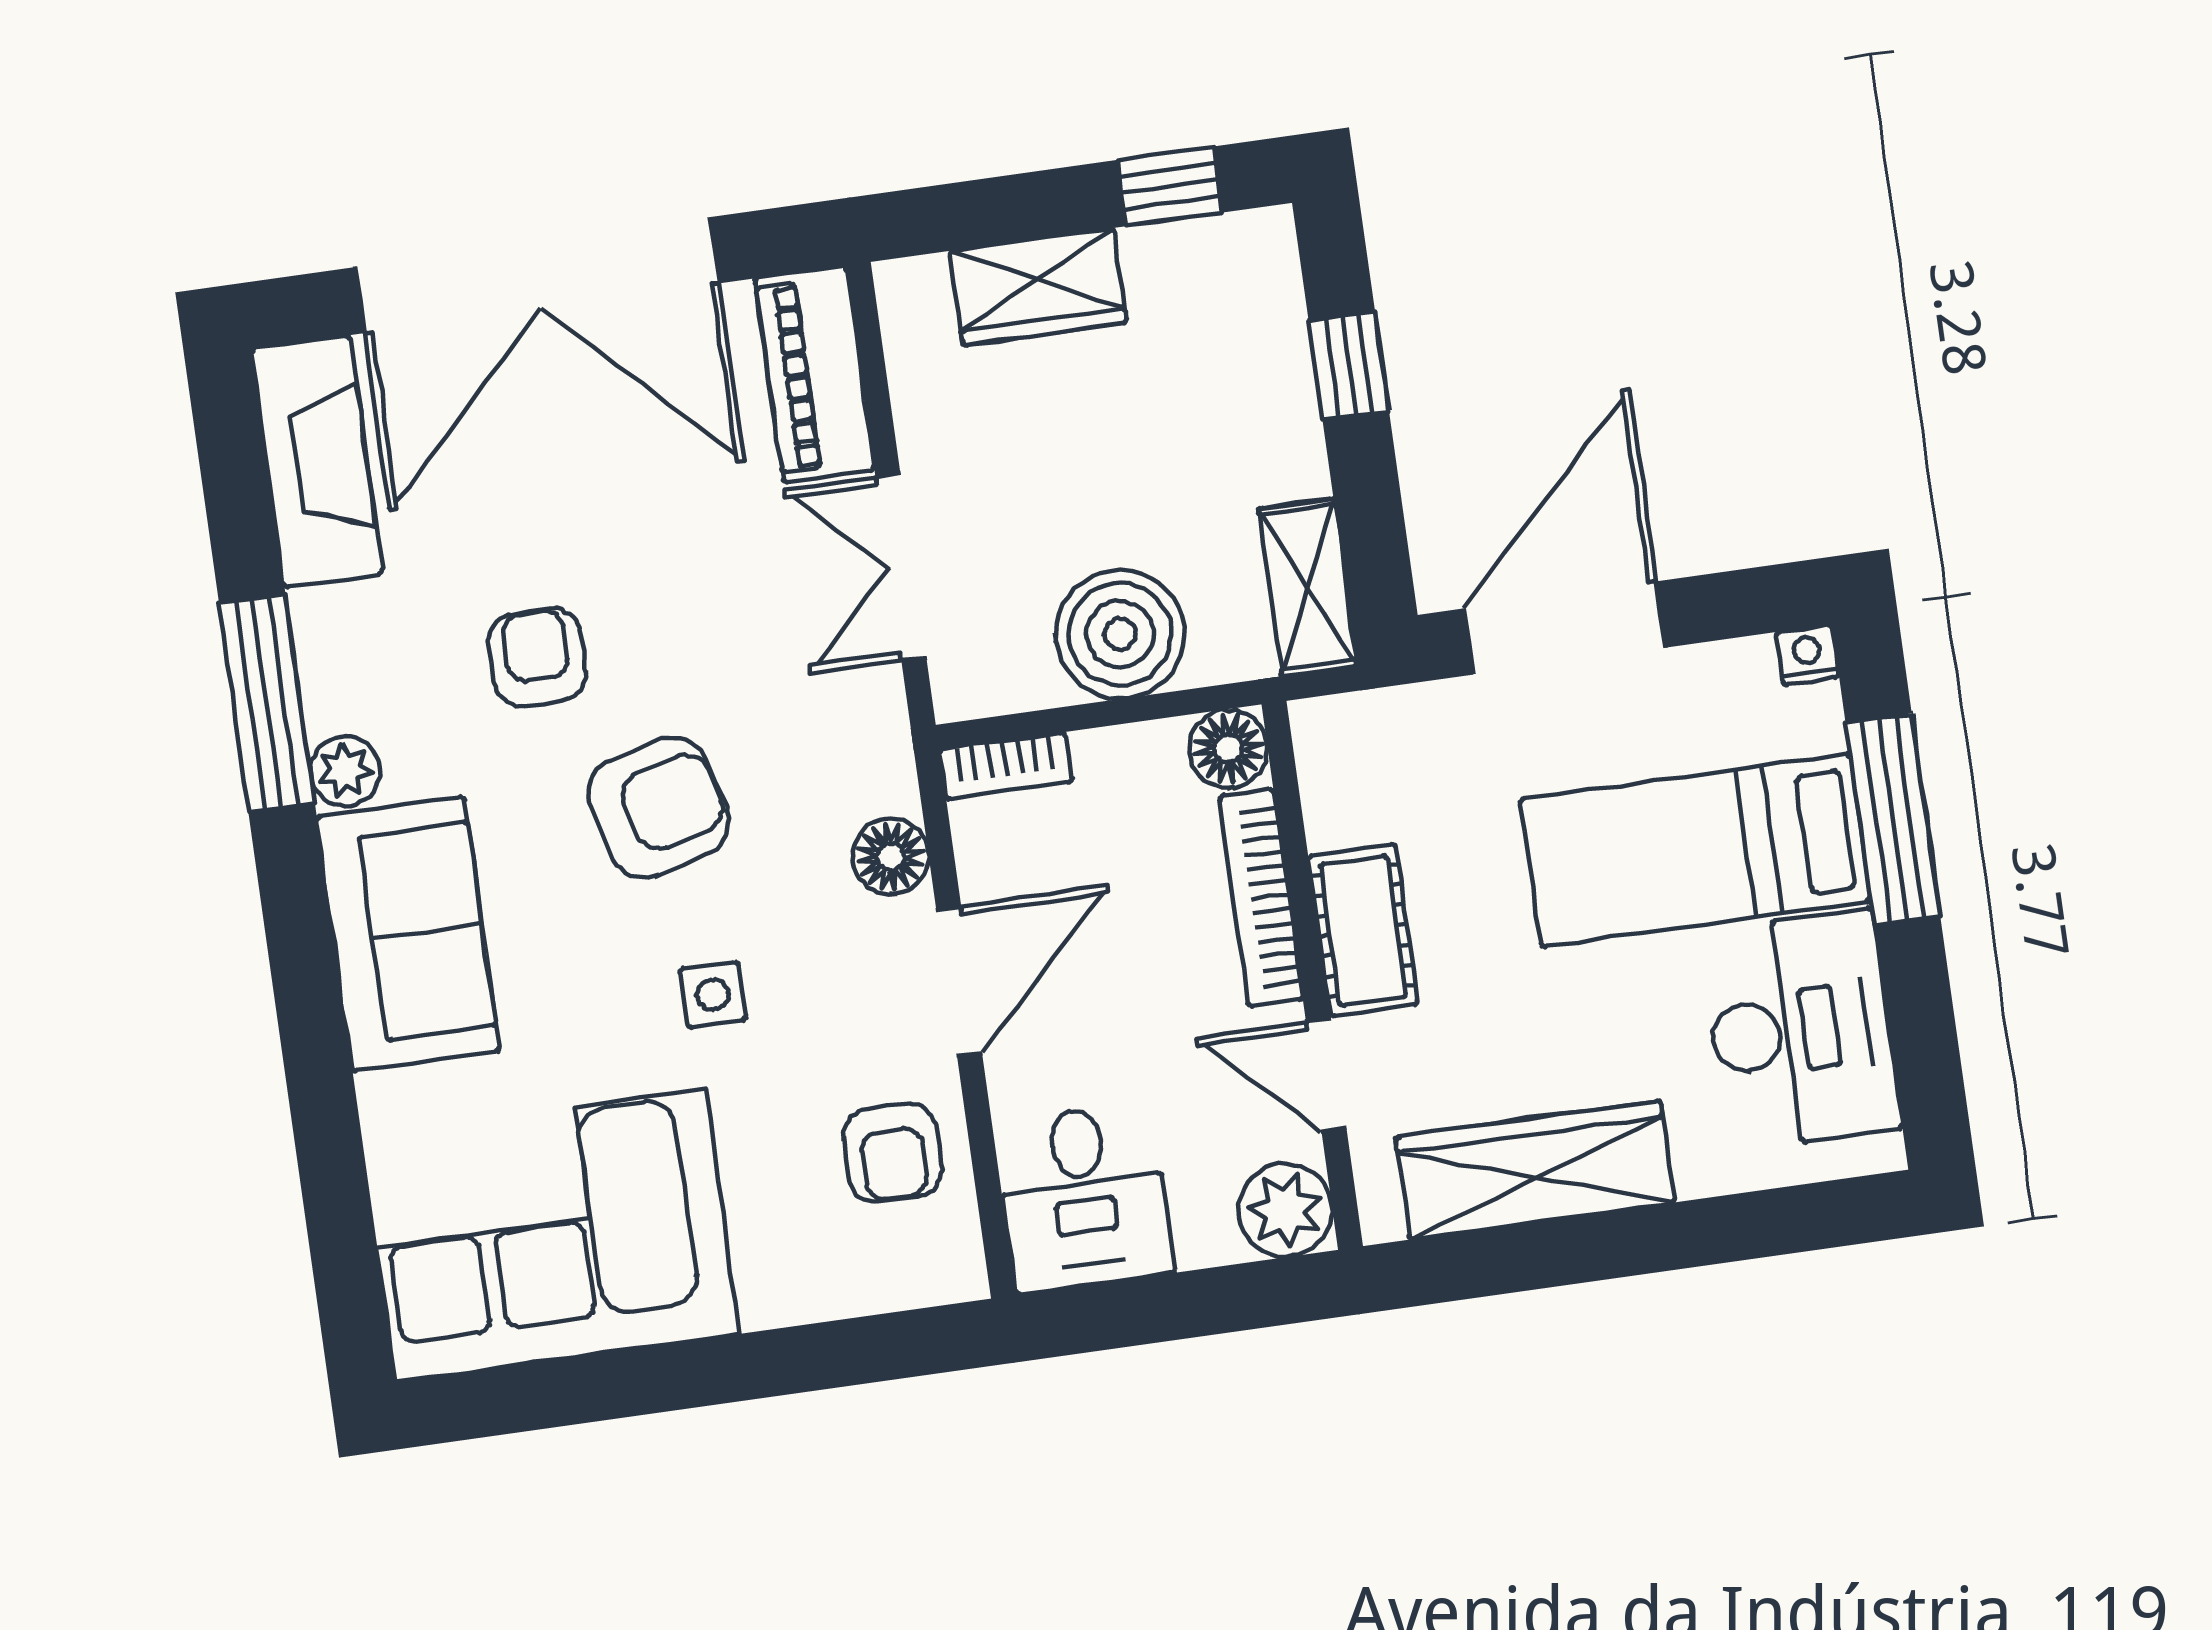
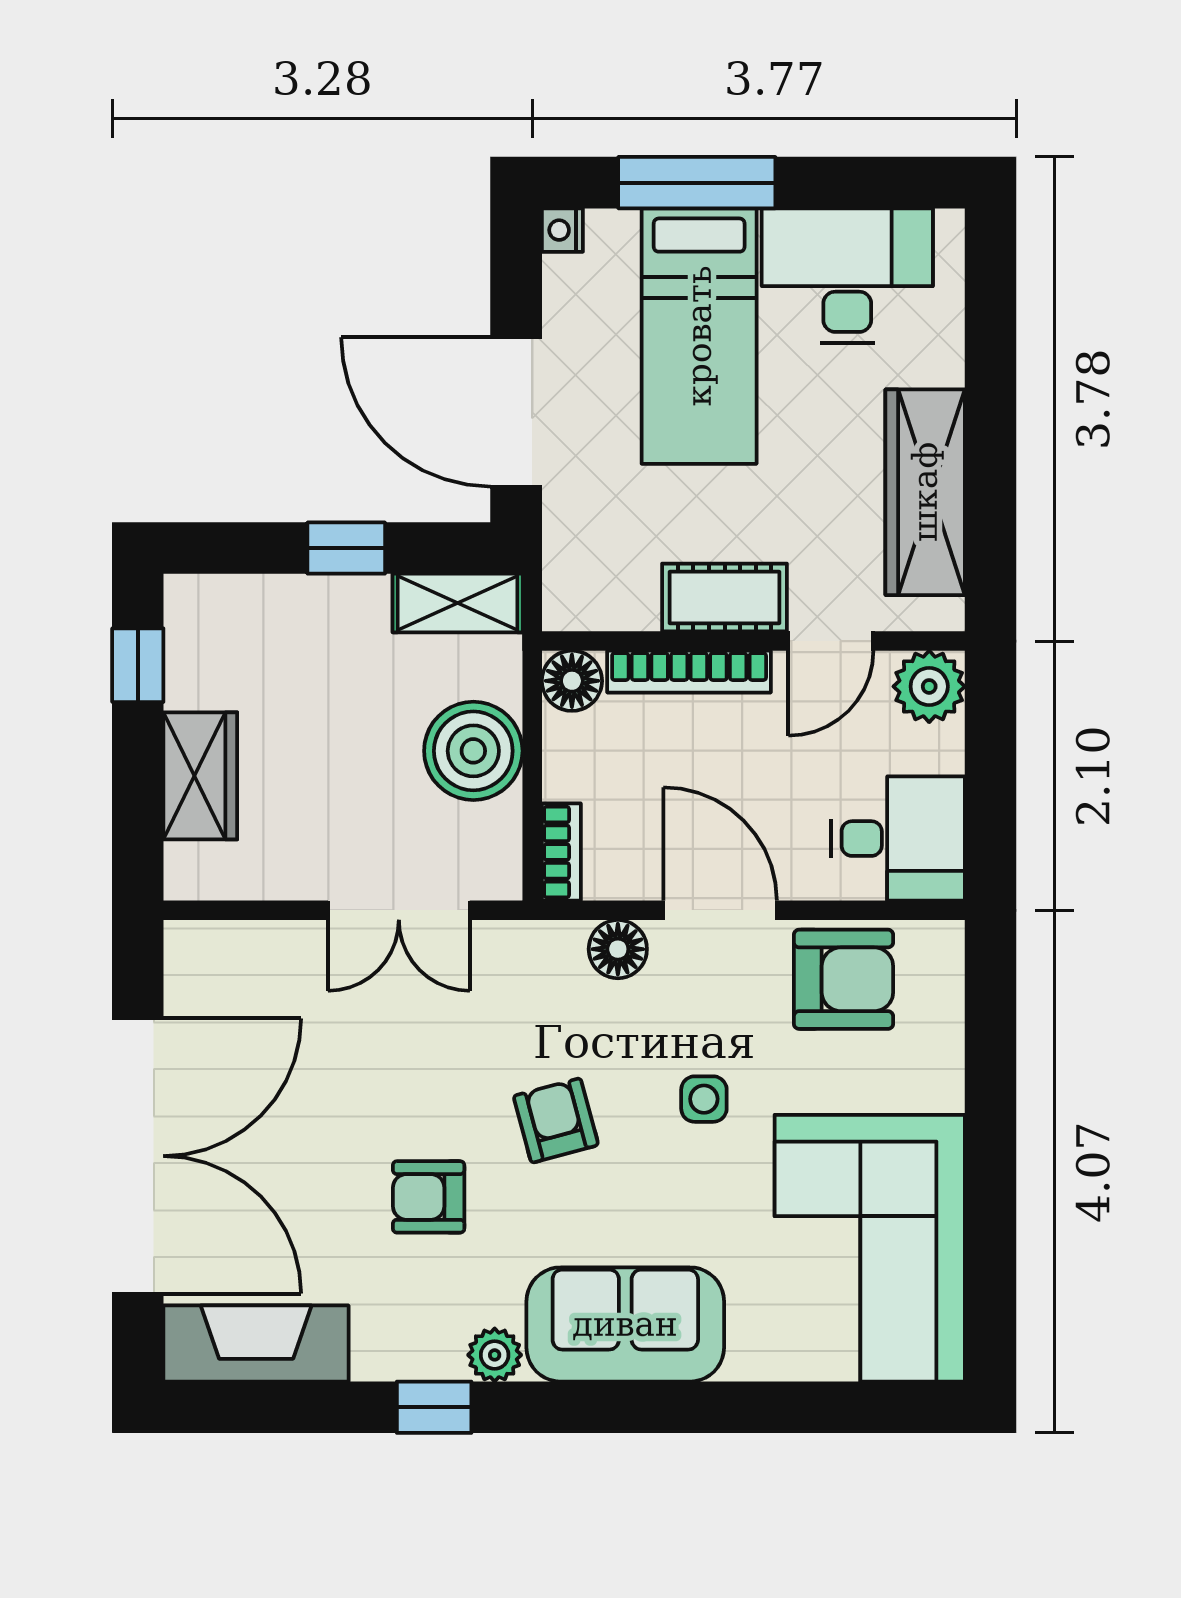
window: (1349, 366) -> (346, 548), moved
piano: (815, 374) -> (243, 955), removed
window: (267, 703) -> (434, 1407), width x0.46
armchair: (659, 808) -> (556, 1120), width x0.72, depth x0.72
armchair: (893, 1153) -> (844, 979), width x1.38, depth x1.38

